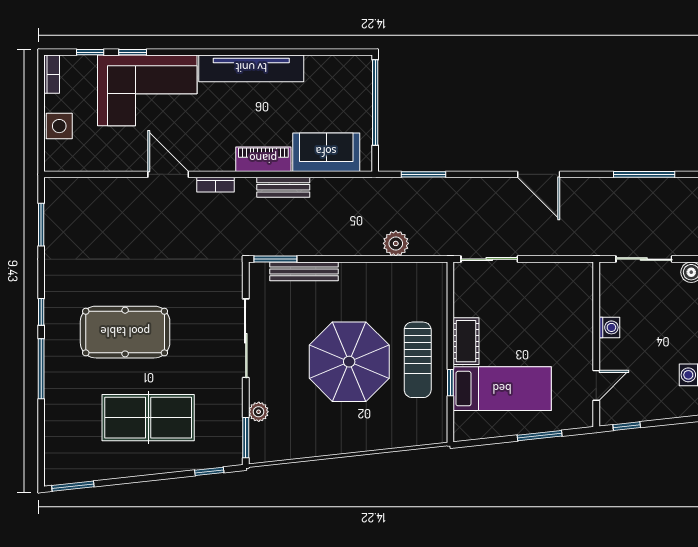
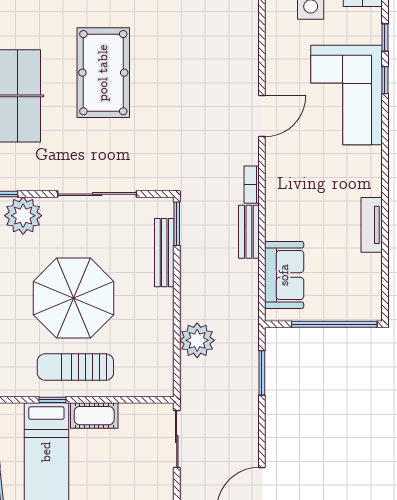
tv unit: (251, 68) -> (372, 225), width x0.52, depth x0.78
piano: (263, 159) -> (277, 212), removed
bookcase: (216, 185) -> (252, 185), moved
plant: (396, 243) -> (197, 340), width x1.36, depth x1.36
plant: (259, 412) -> (23, 216), width x1.88, depth x1.88

